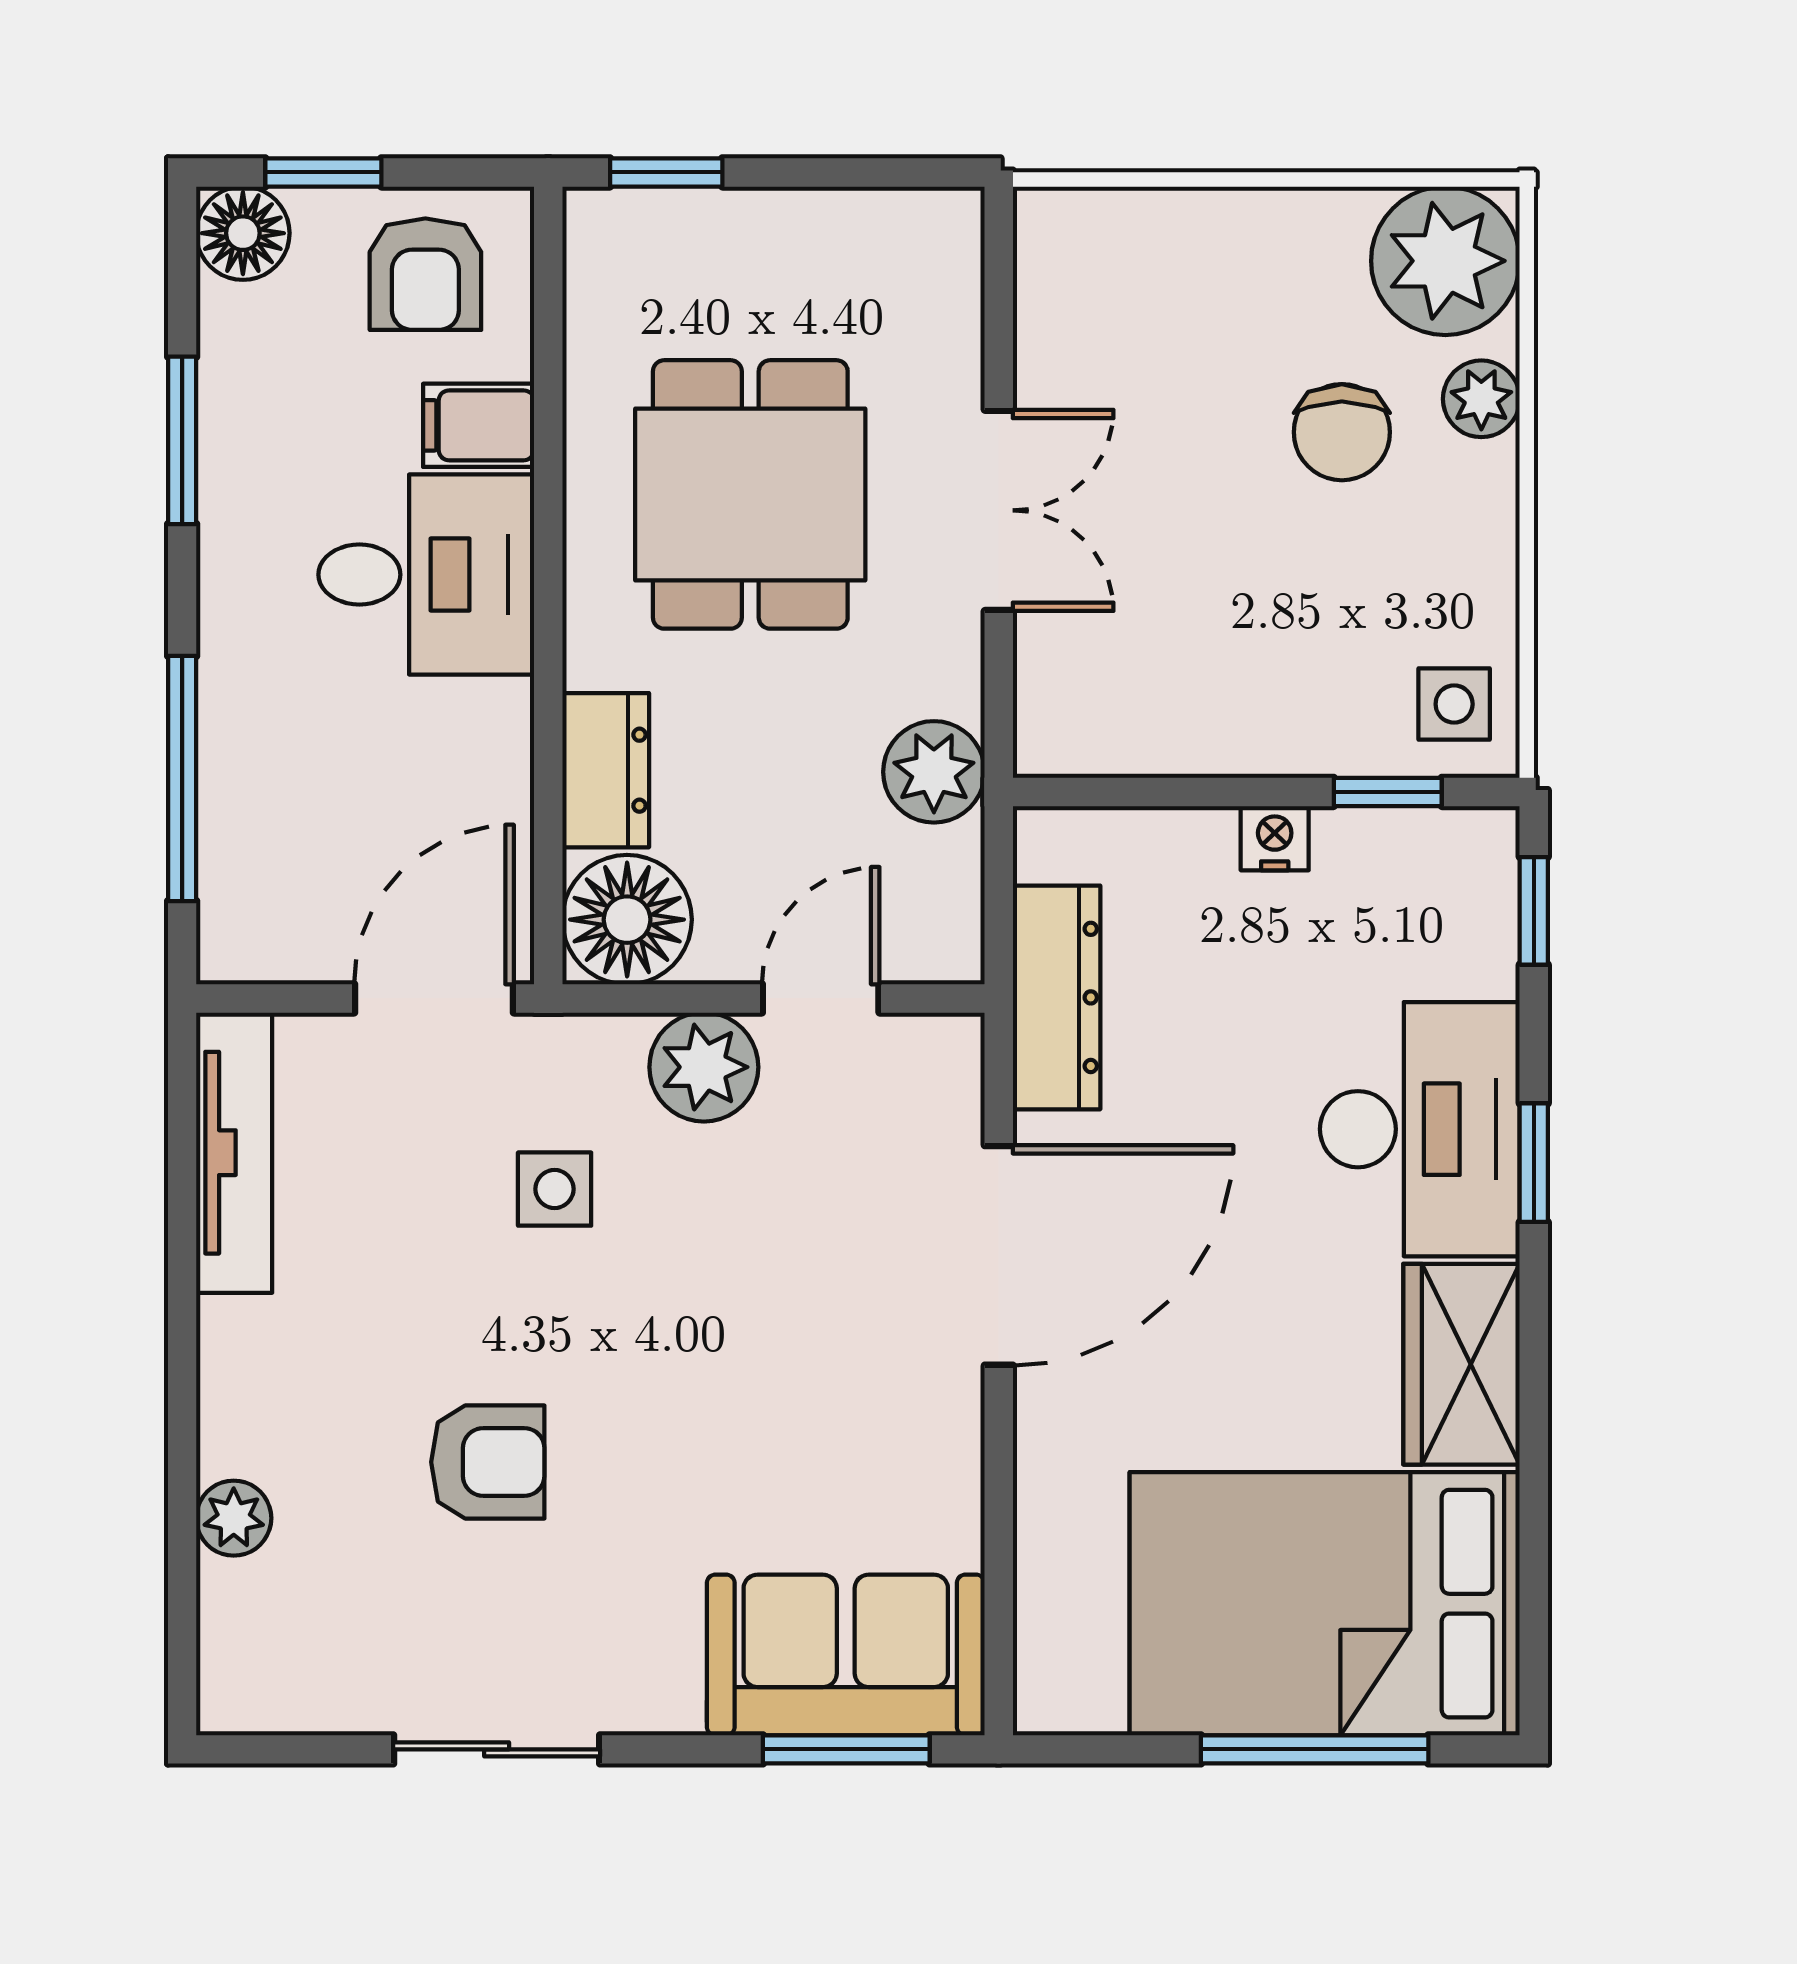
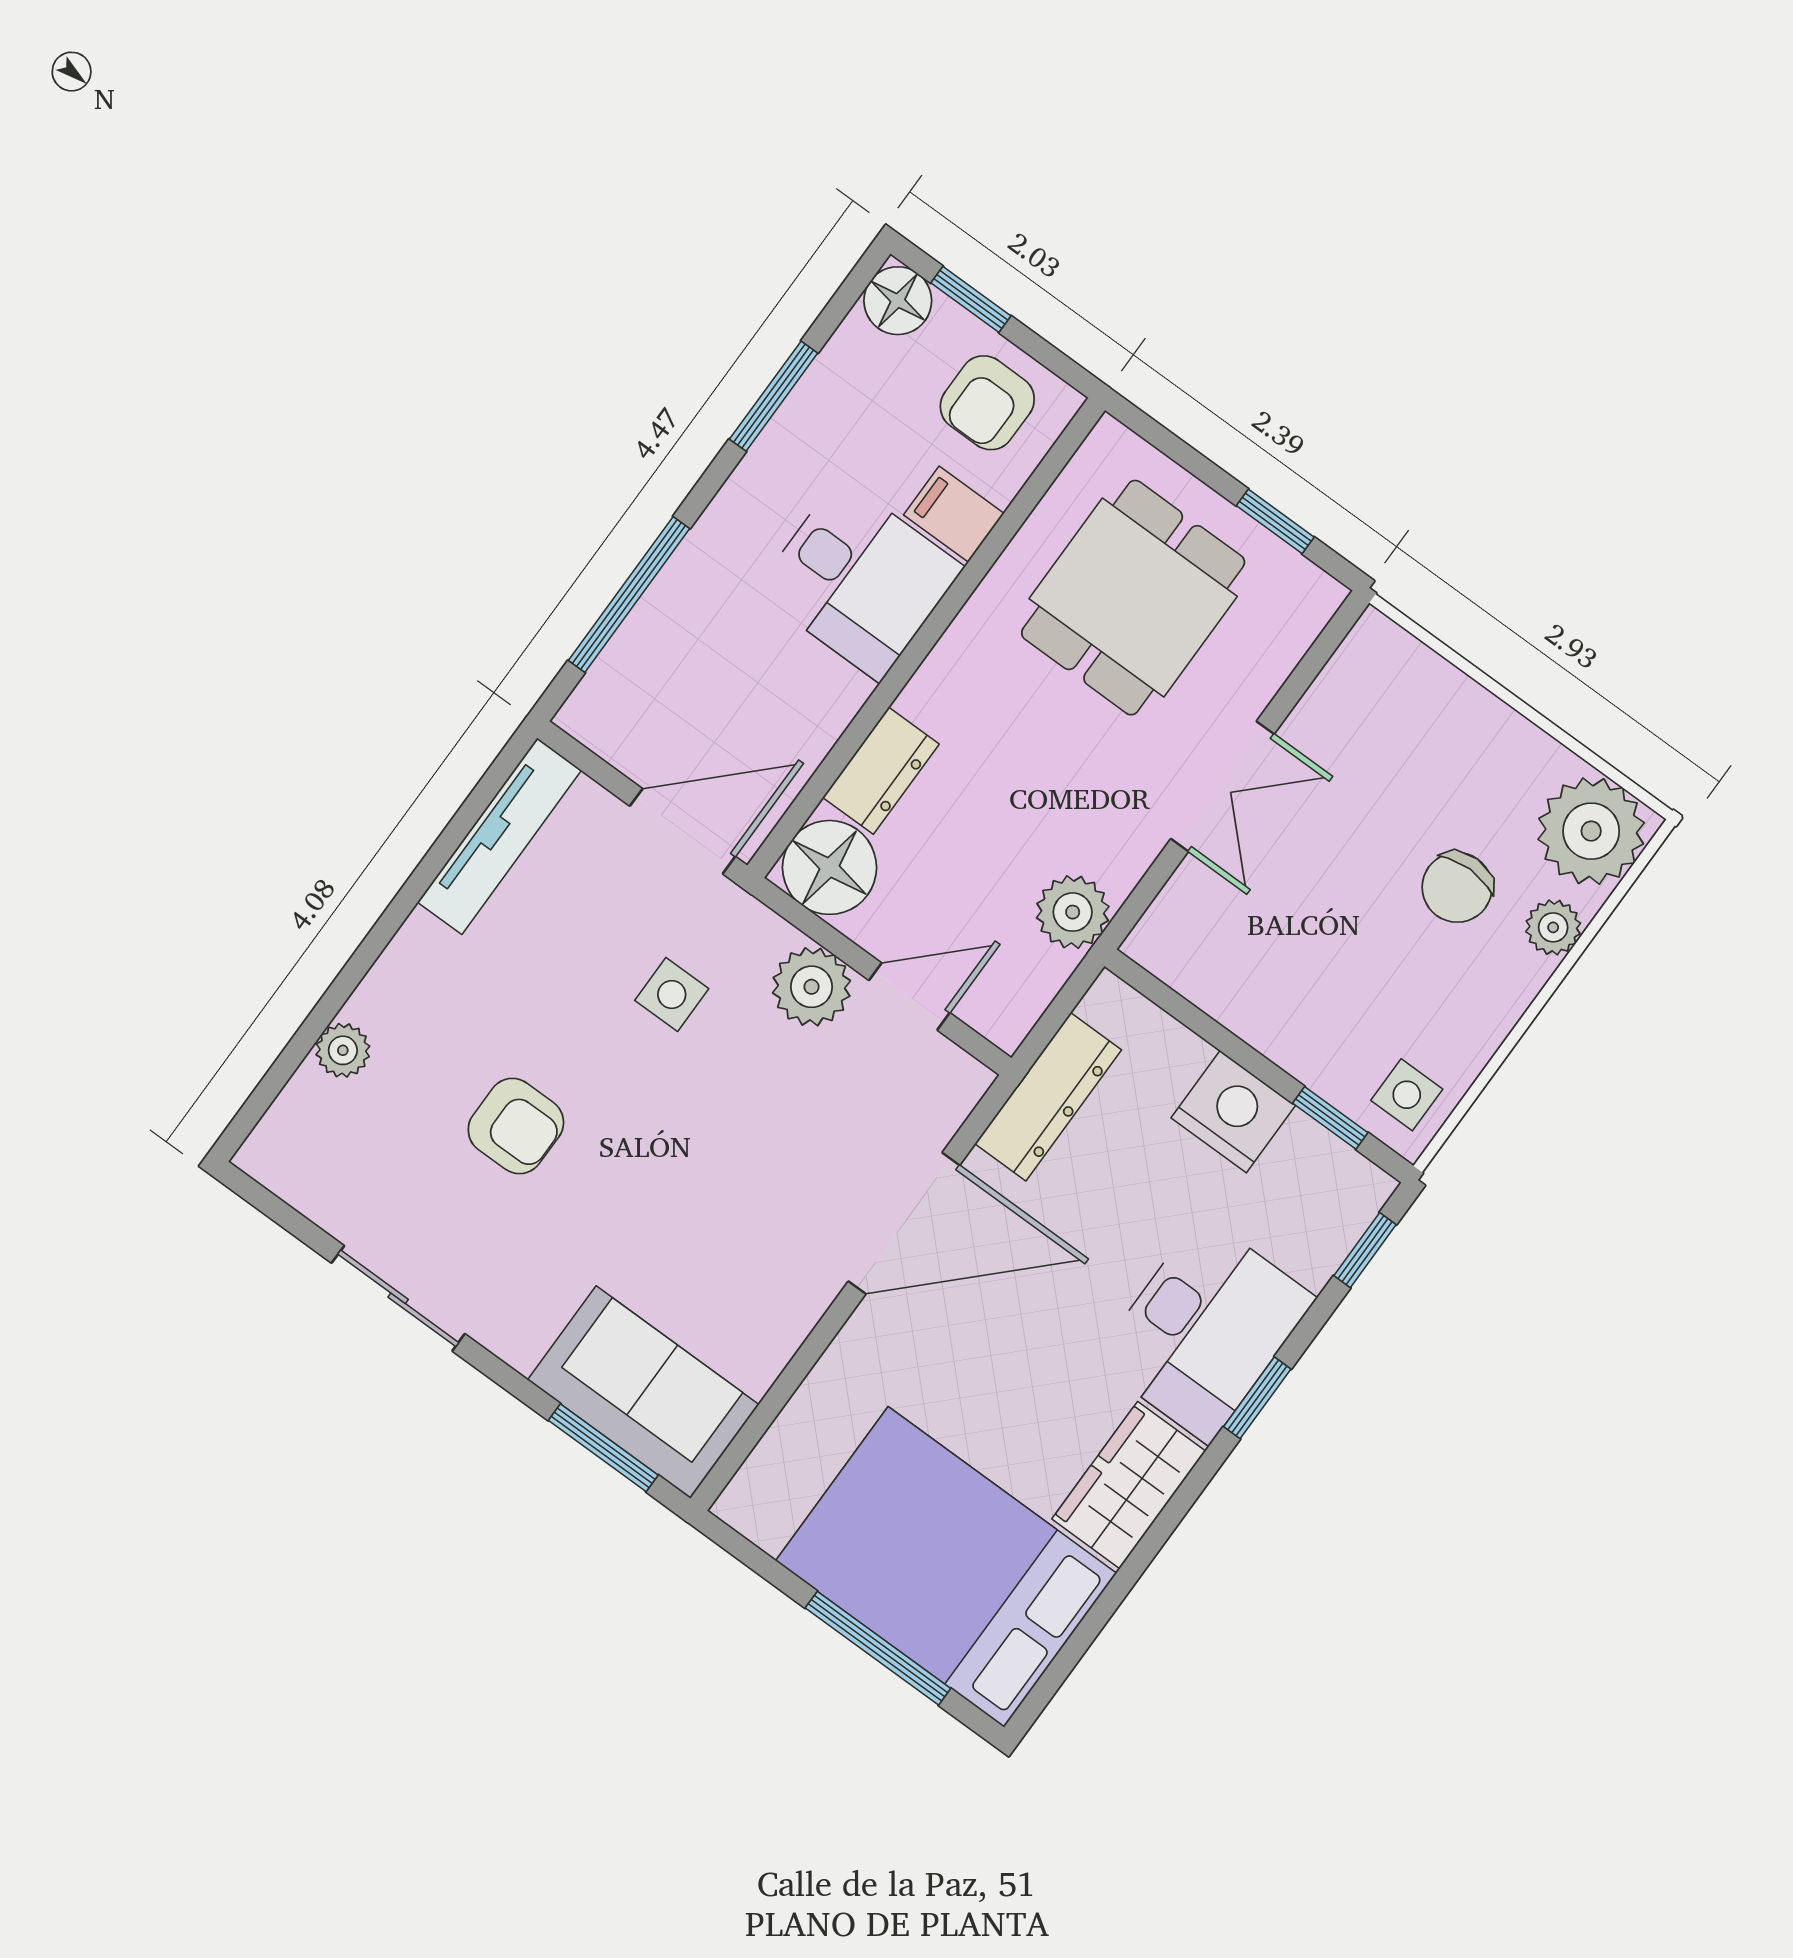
window: (666, 172) -> (1275, 521), moved
dining table: (750, 494) -> (1133, 598), moved
nightstand: (1275, 838) -> (1233, 1112), width x1.89, depth x1.79

